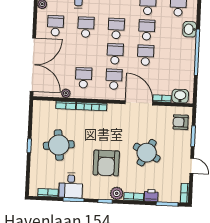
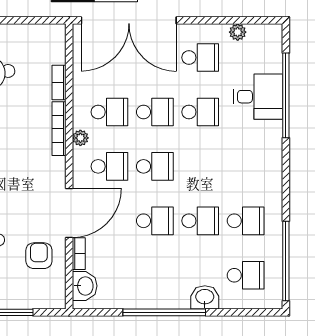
school desk: (116, 28) -> (155, 112), moved
plant: (66, 93) -> (80, 138), moved
armchair: (181, 122) -> (39, 256), moved

